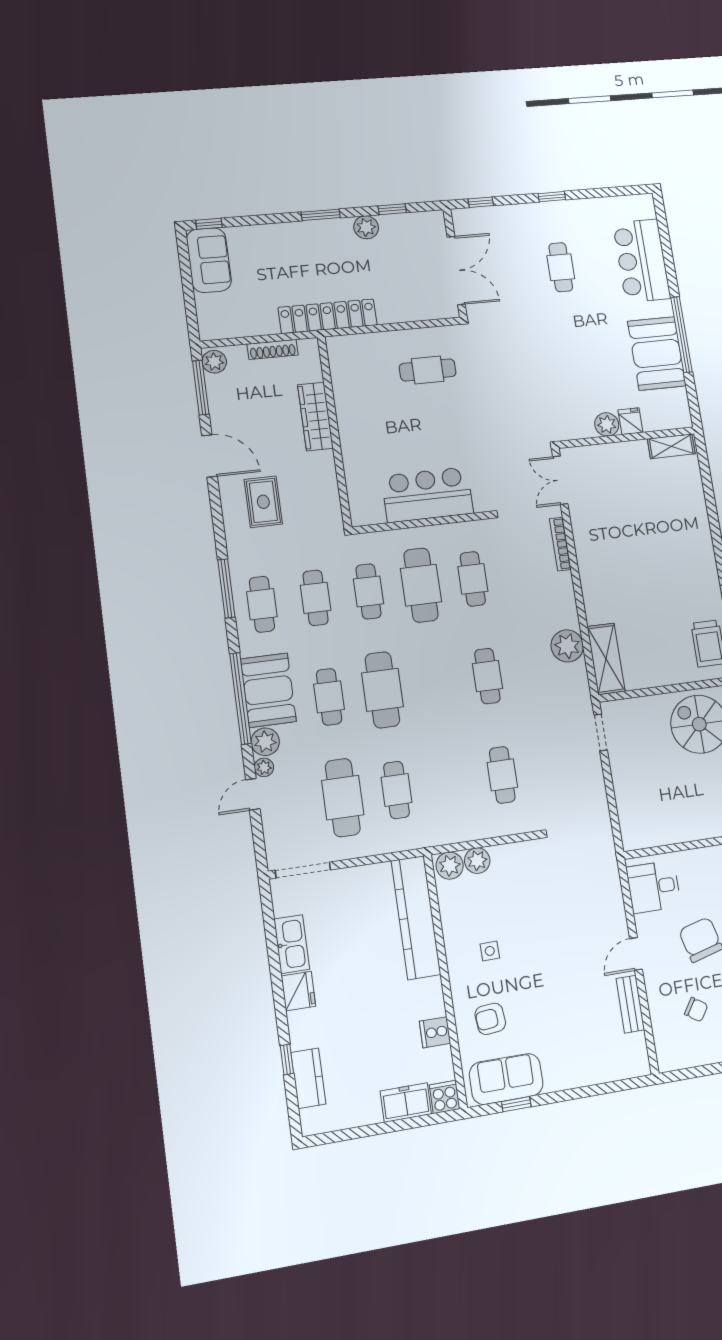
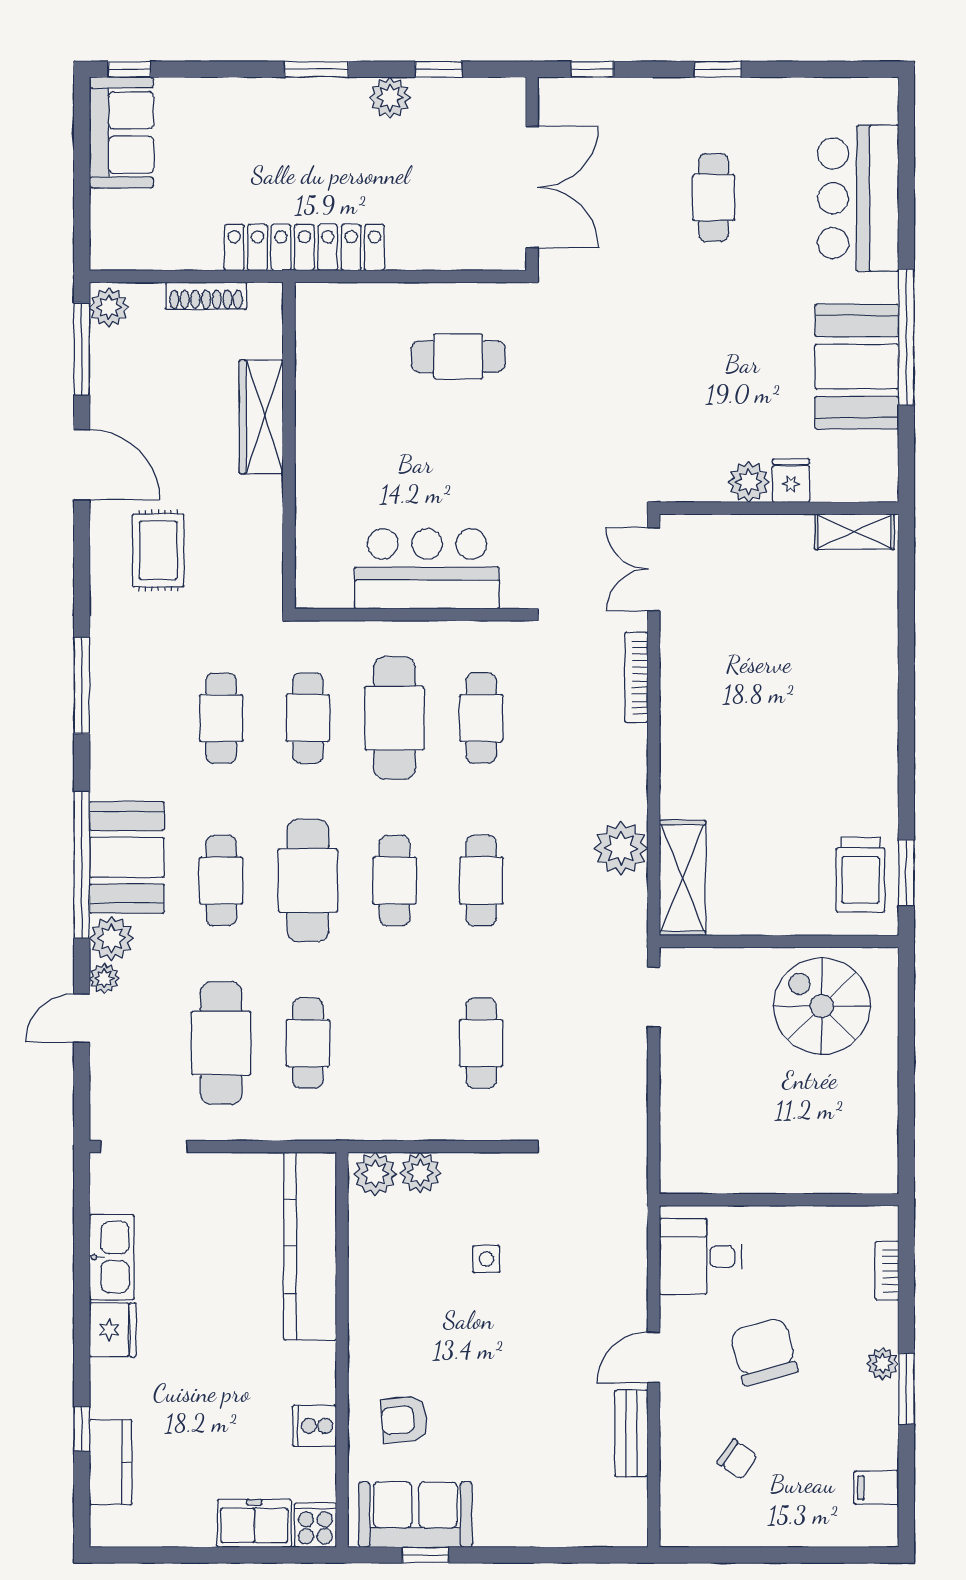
cafe table: (262, 604) -> (395, 881), moved
side table: (490, 951) -> (486, 1259), moved

